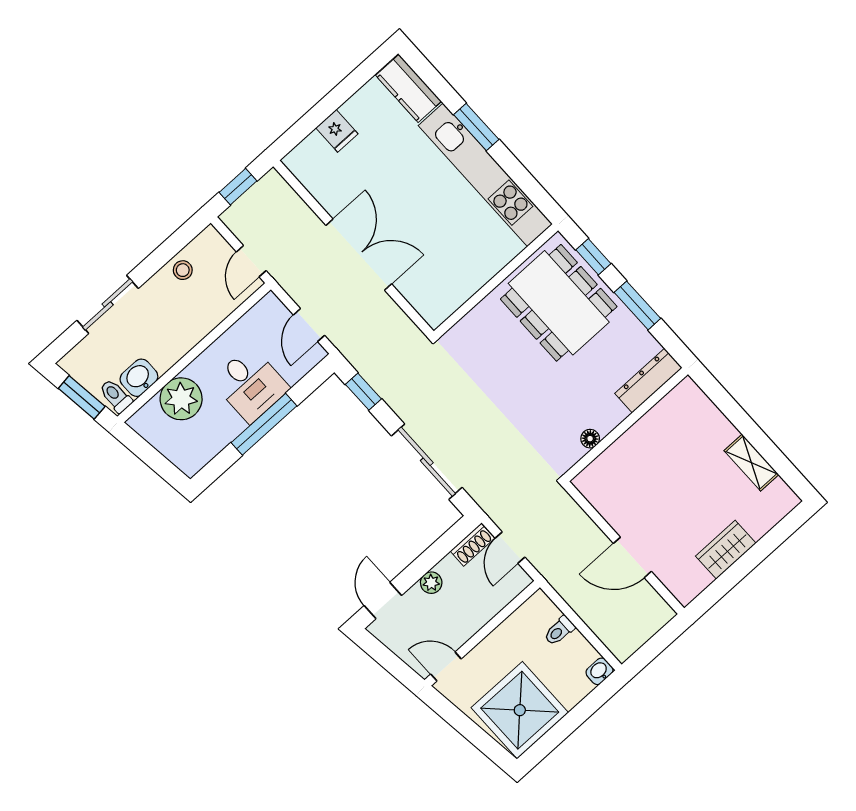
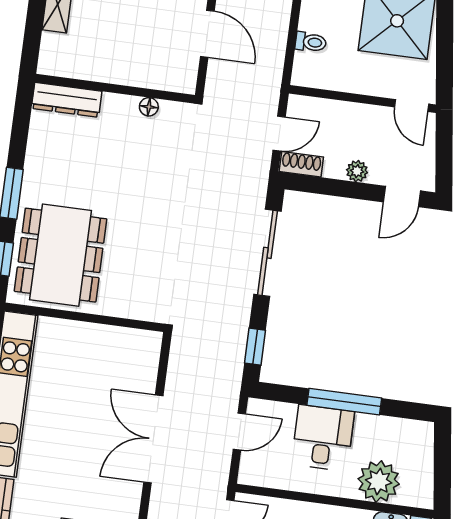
dresser: (648, 381) -> (67, 100), moved
wall: (626, 425) -> (115, 89), moved
floor lamp: (590, 439) -> (149, 107), moved

